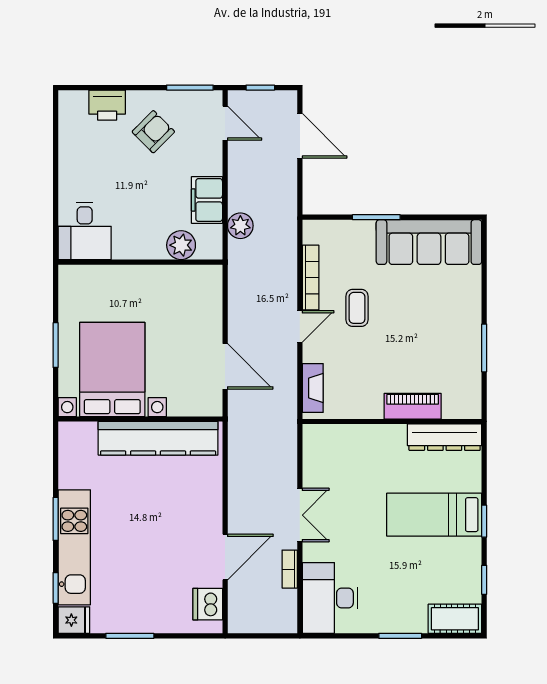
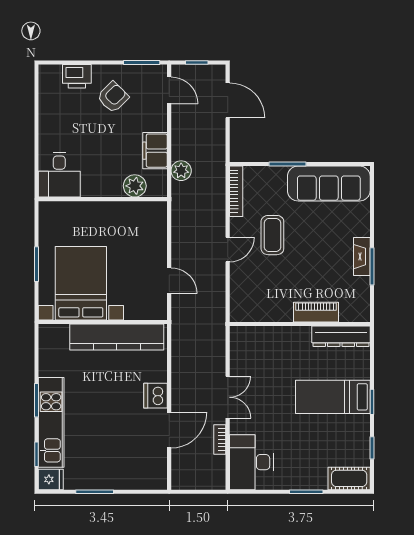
bookcase: (311, 278) -> (236, 191), moved
coffee table: (357, 308) -> (272, 235), width x1.36, depth x1.30
door: (225, 366) -> (169, 281), width x0.73
fireplace: (313, 388) -> (362, 257), moved, turned 180
dishwasher: (208, 604) -> (156, 396), moved

